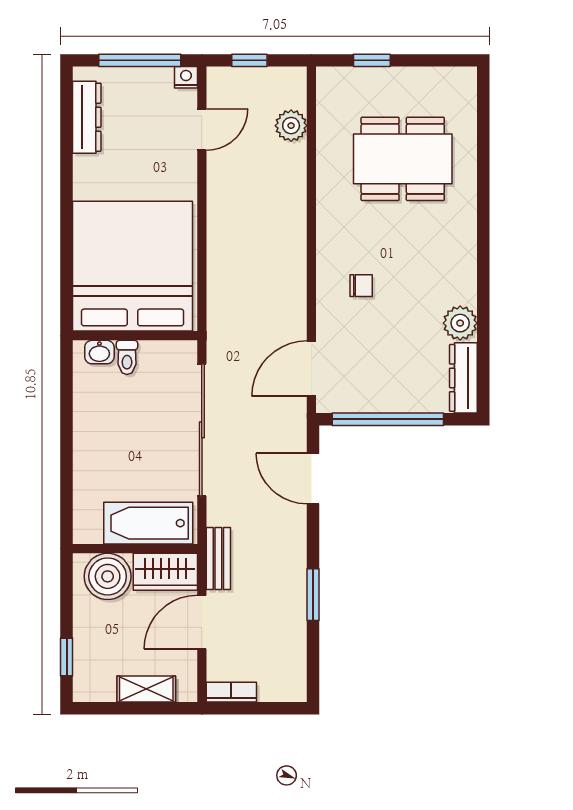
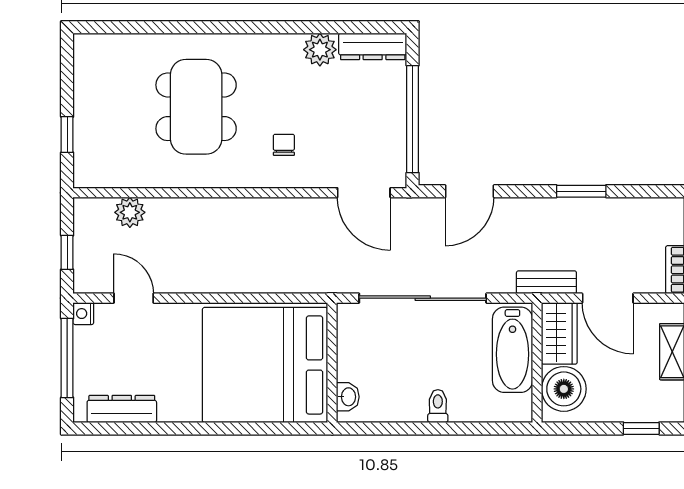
dining table: (403, 159) -> (196, 107), moved
toilet: (127, 357) -> (438, 406), moved, turned -90

